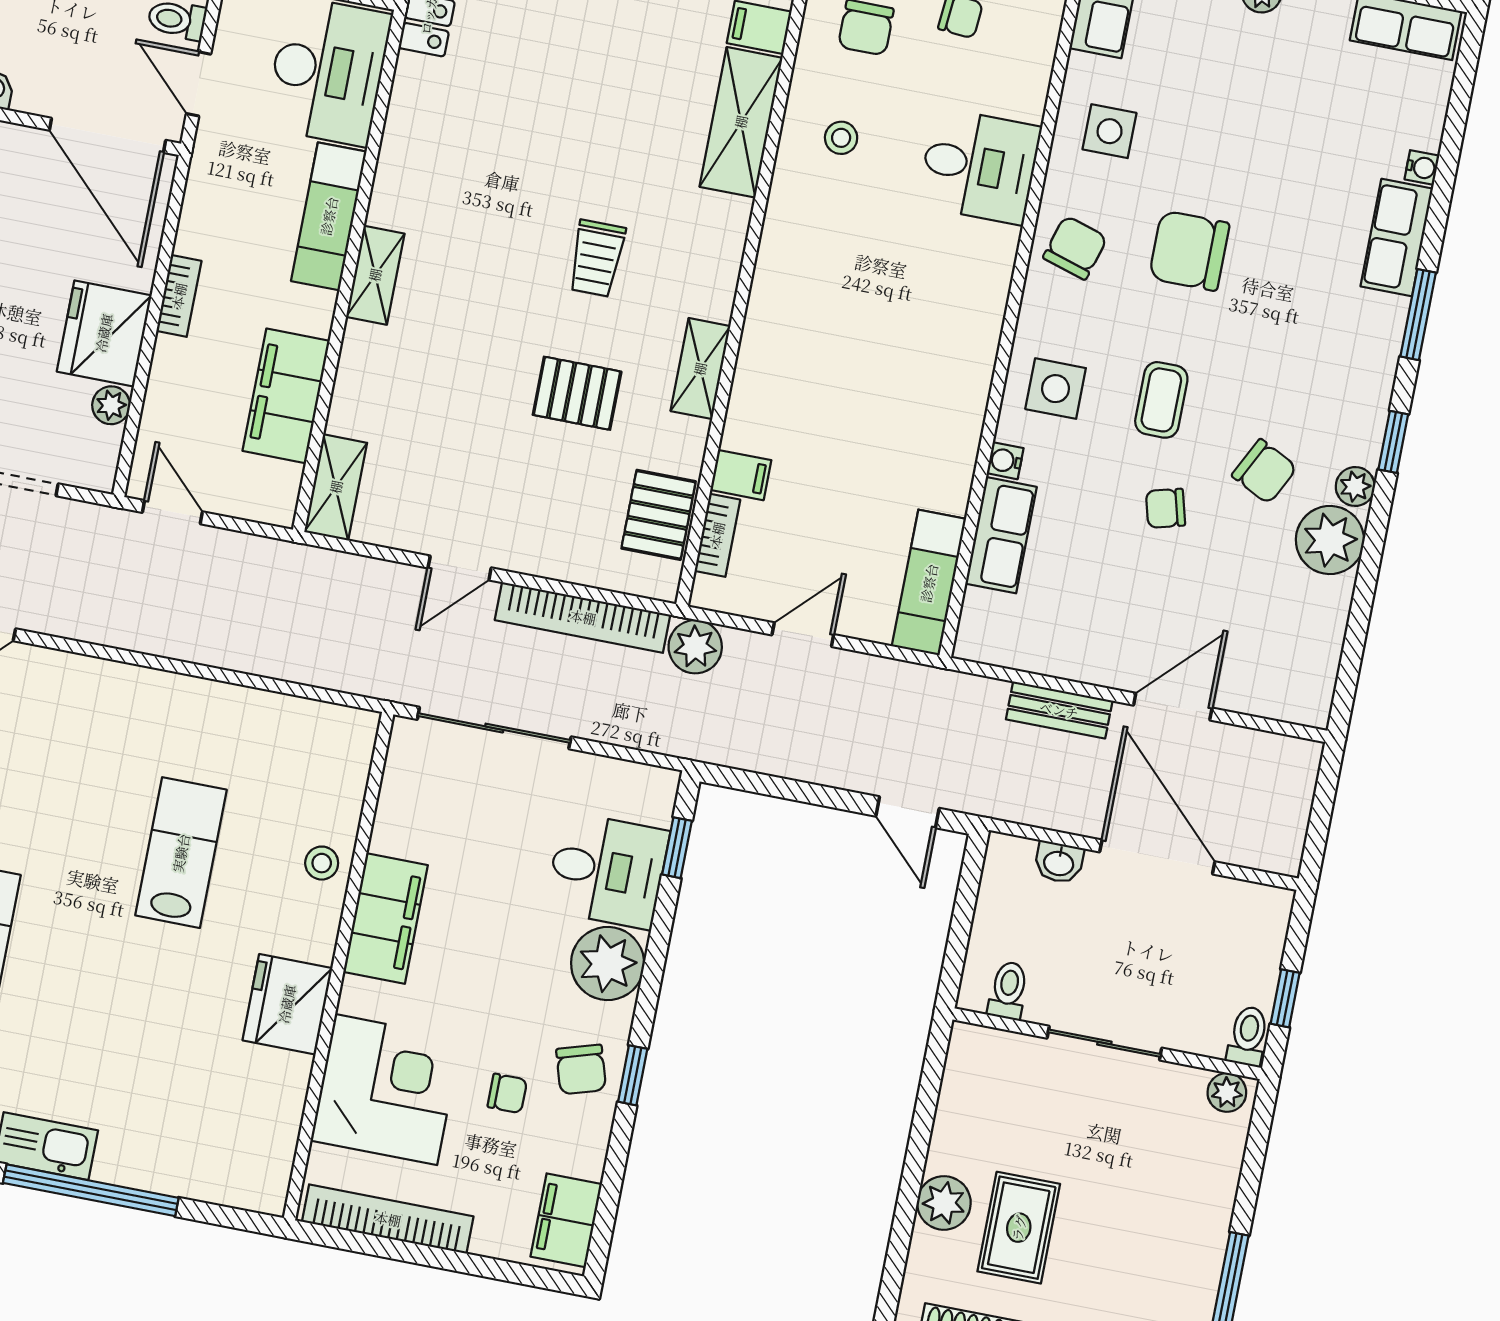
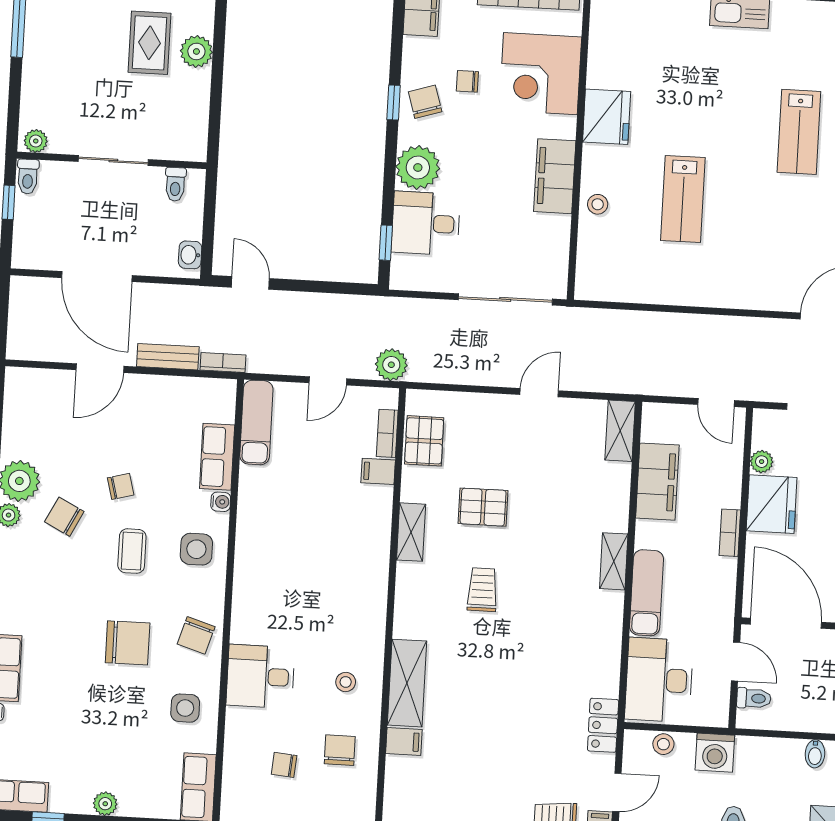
bookcase: (583, 617) -> (223, 363), moved, width x0.43, depth x0.76
washbasin: (1059, 862) -> (190, 255), moved, turned -90

